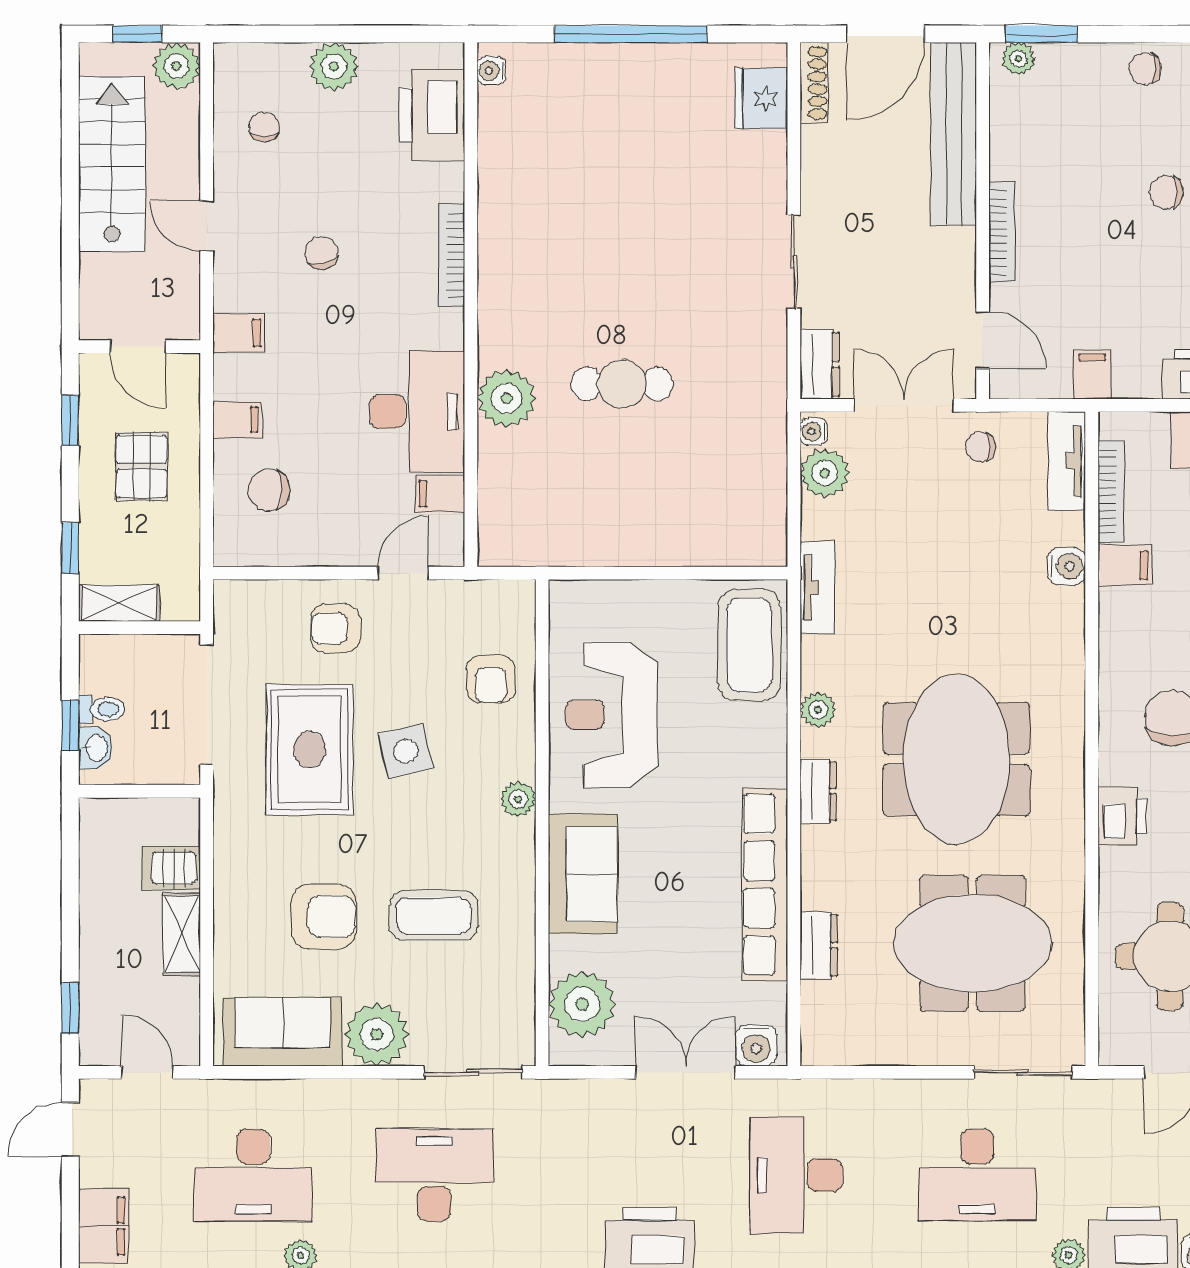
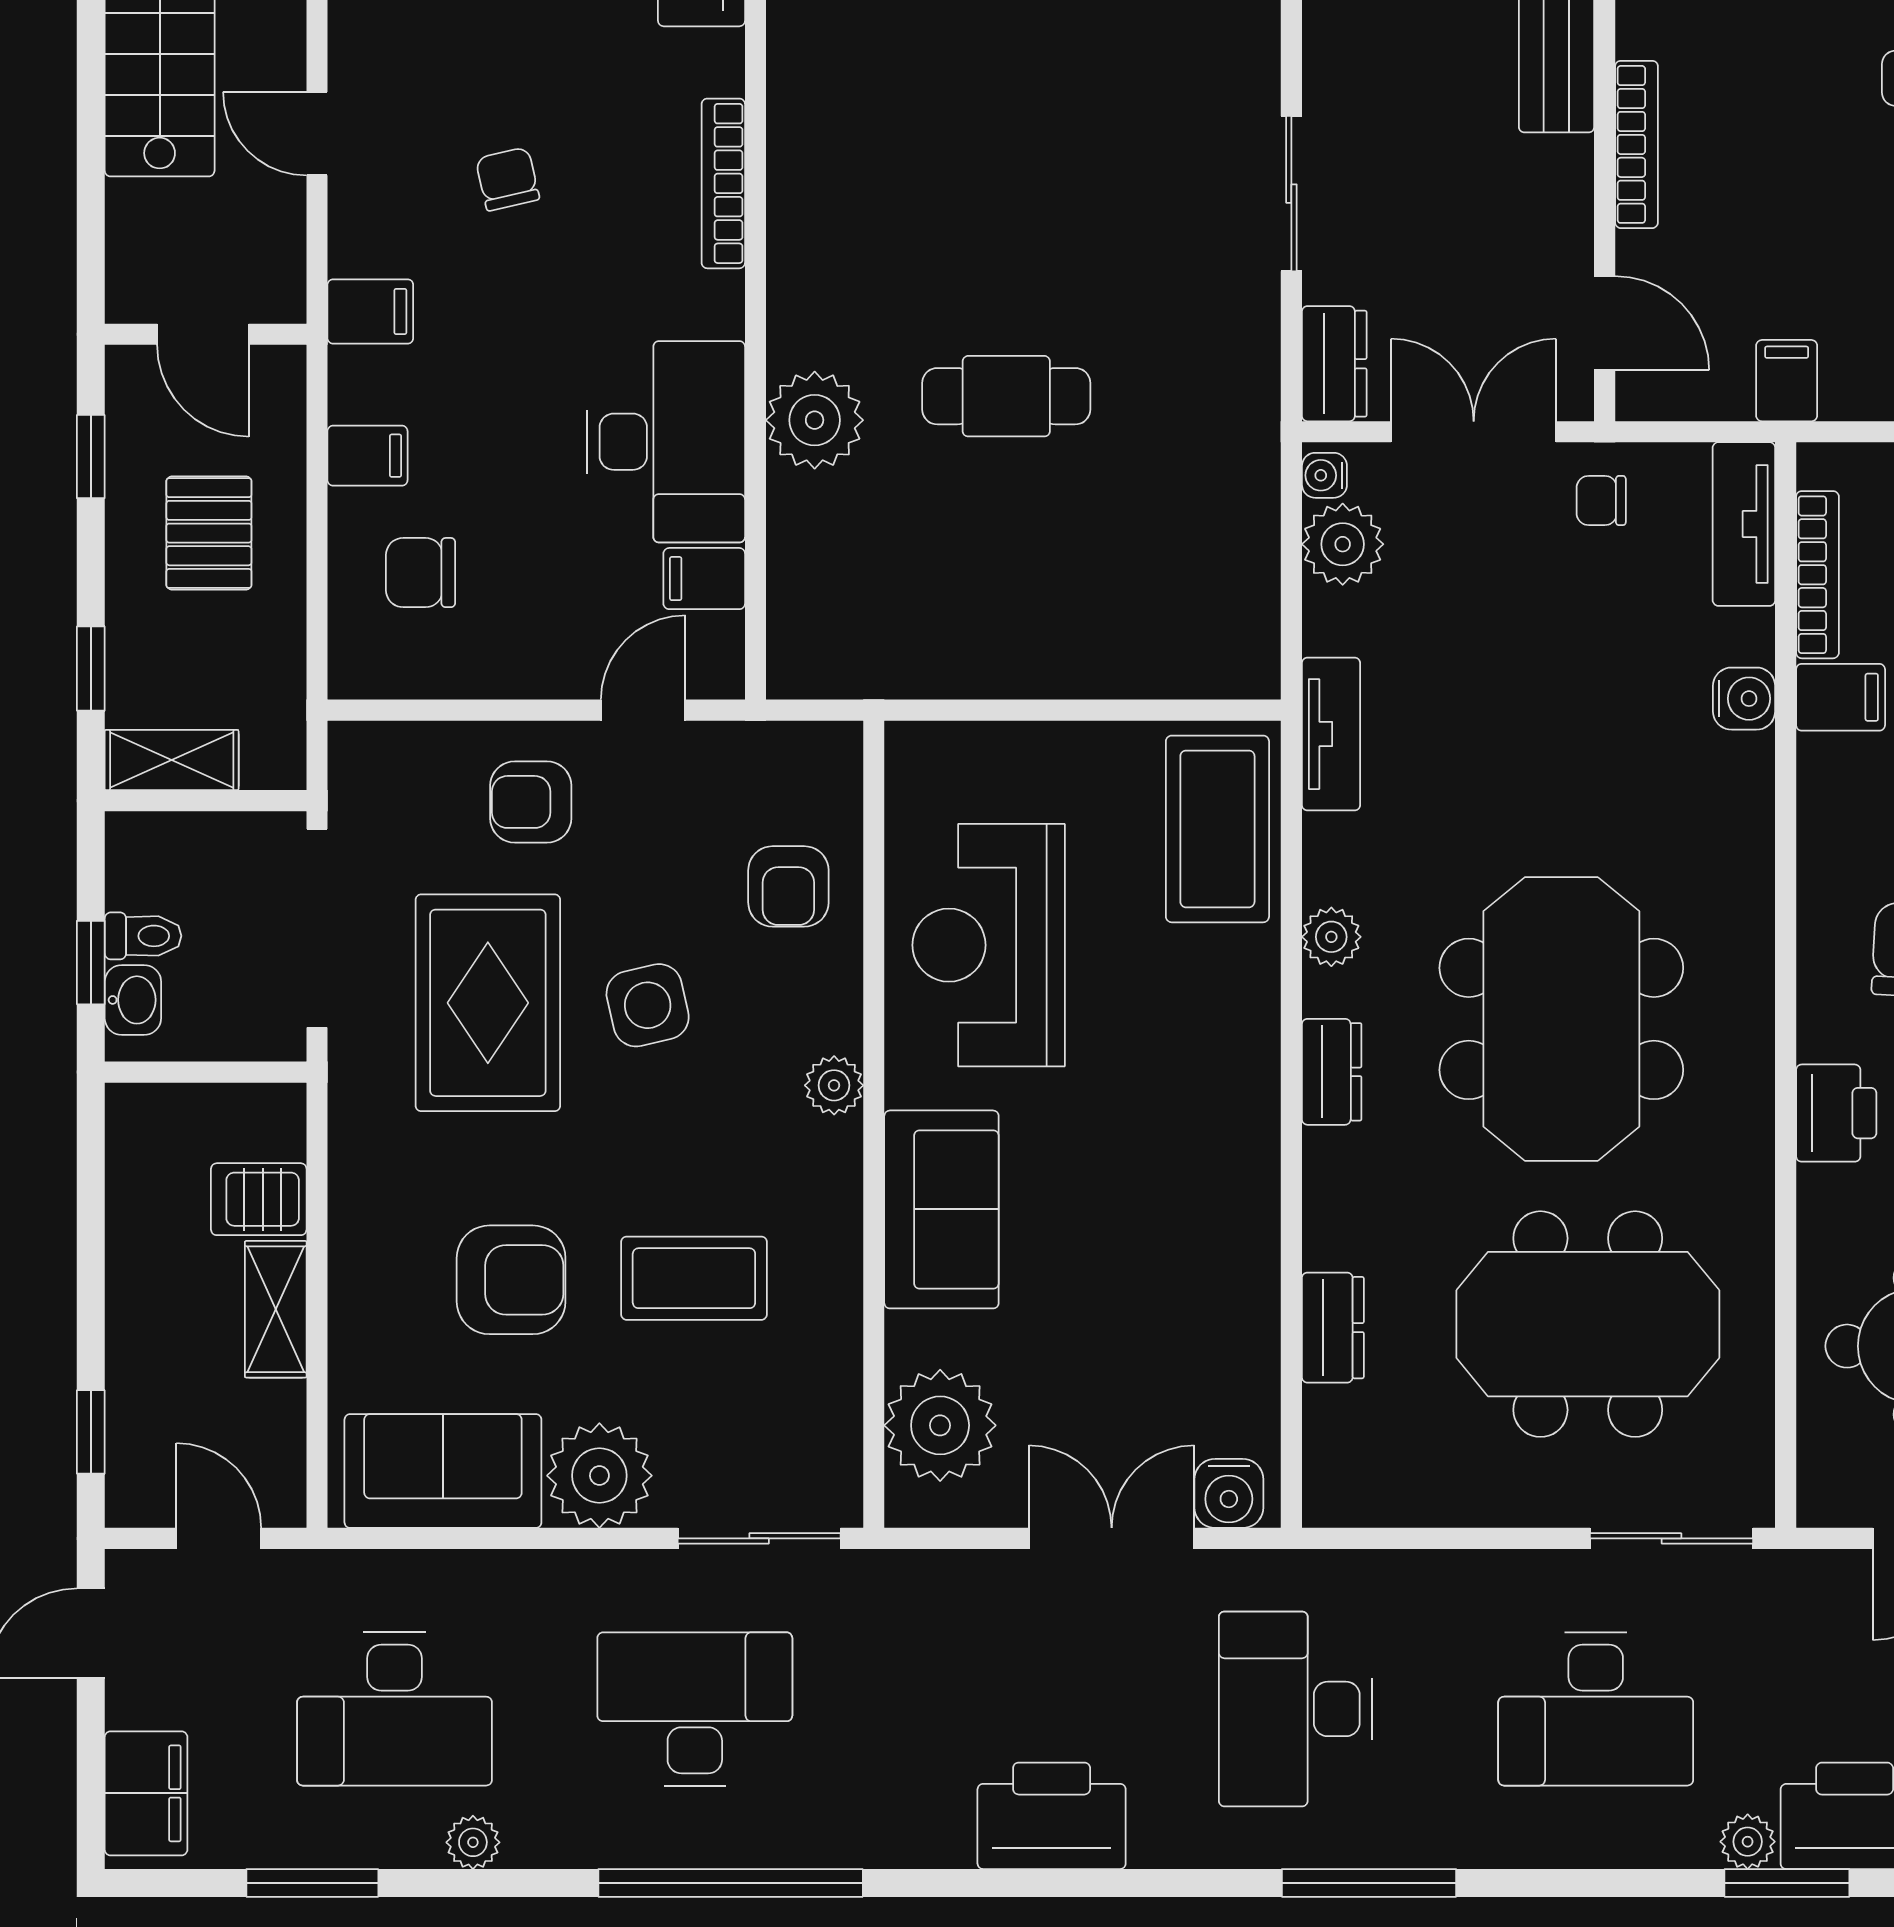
row of seats: (765, 885) -> (1243, 1227), removed

